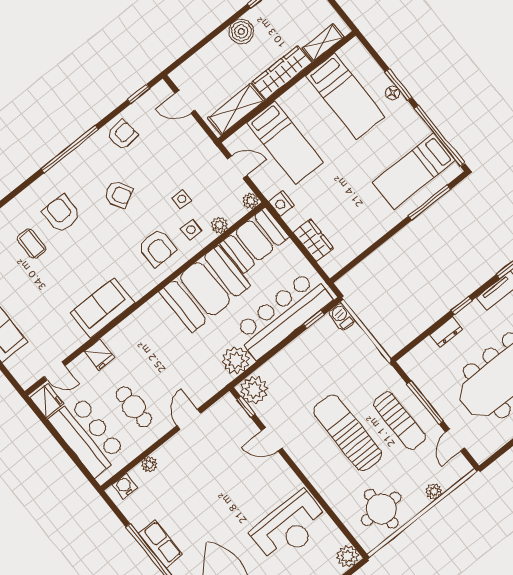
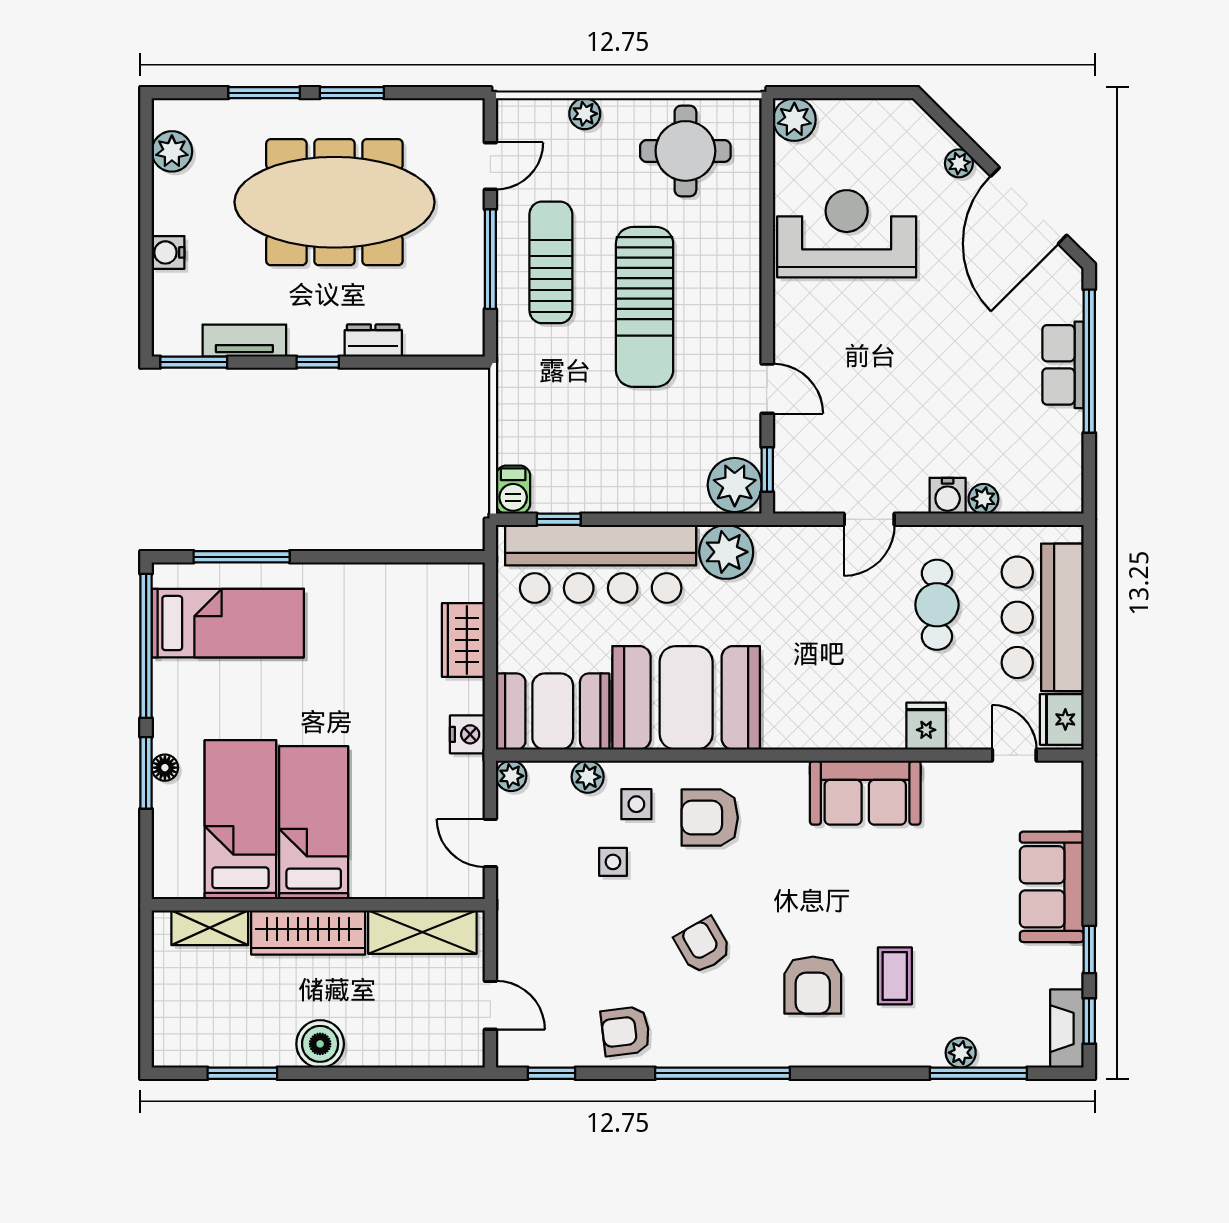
bed: (285, 142) -> (314, 823), moved
armchair: (157, 248) -> (710, 818), turned -90
water cooler: (125, 486) -> (948, 496), moved

